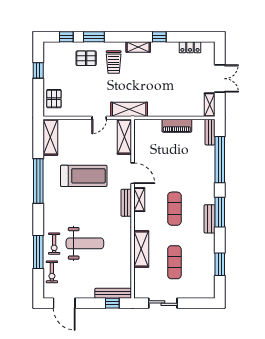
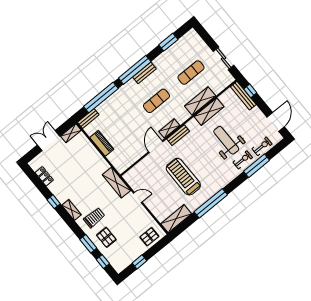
shelving: (124, 137) -> (209, 112), moved
window: (220, 212) -> (135, 70), width x1.46

